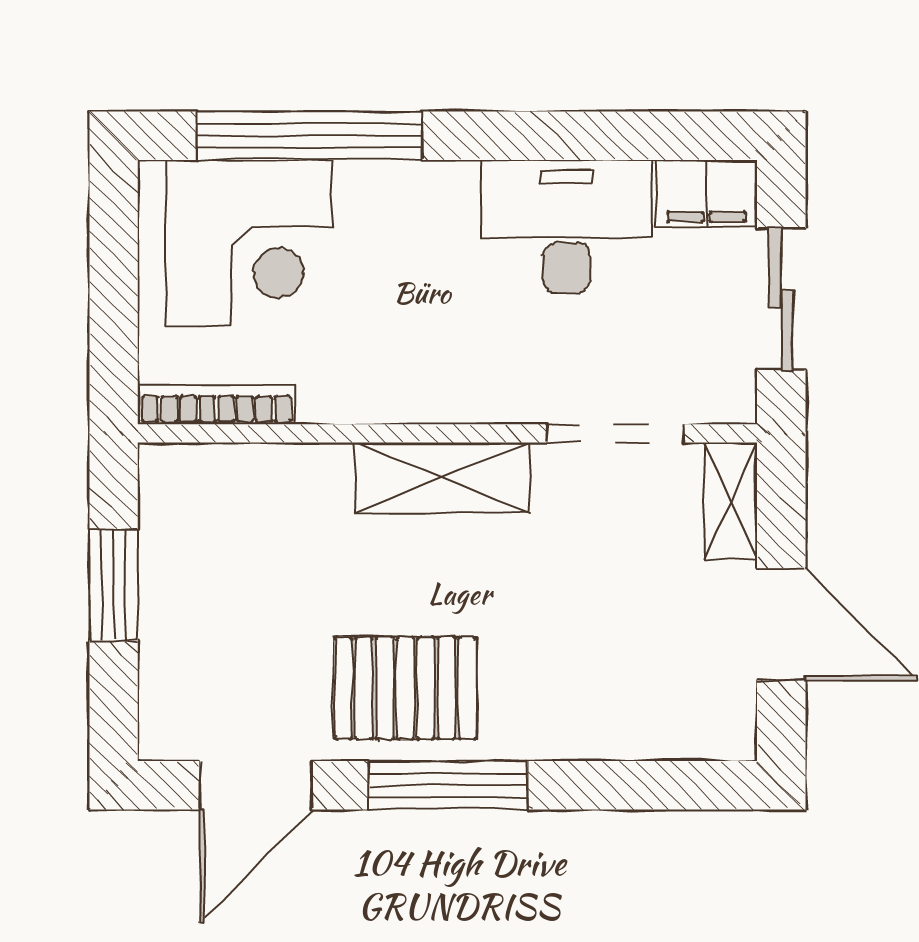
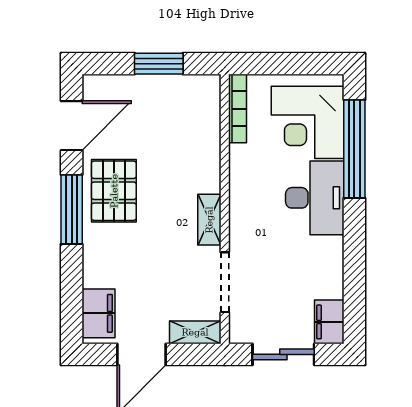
desk: (566, 227) -> (315, 198), moved
shelving: (442, 478) -> (209, 220), width x0.67, depth x0.75
filing cabinet: (687, 724) -> (98, 313), added
door: (256, 785) -> (72, 126), swing flipped

